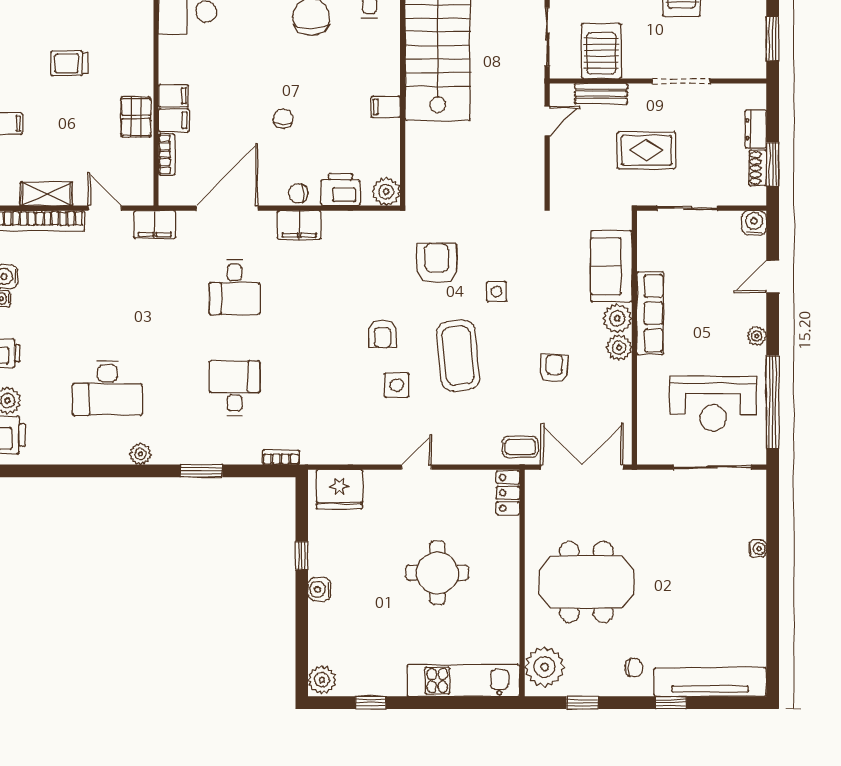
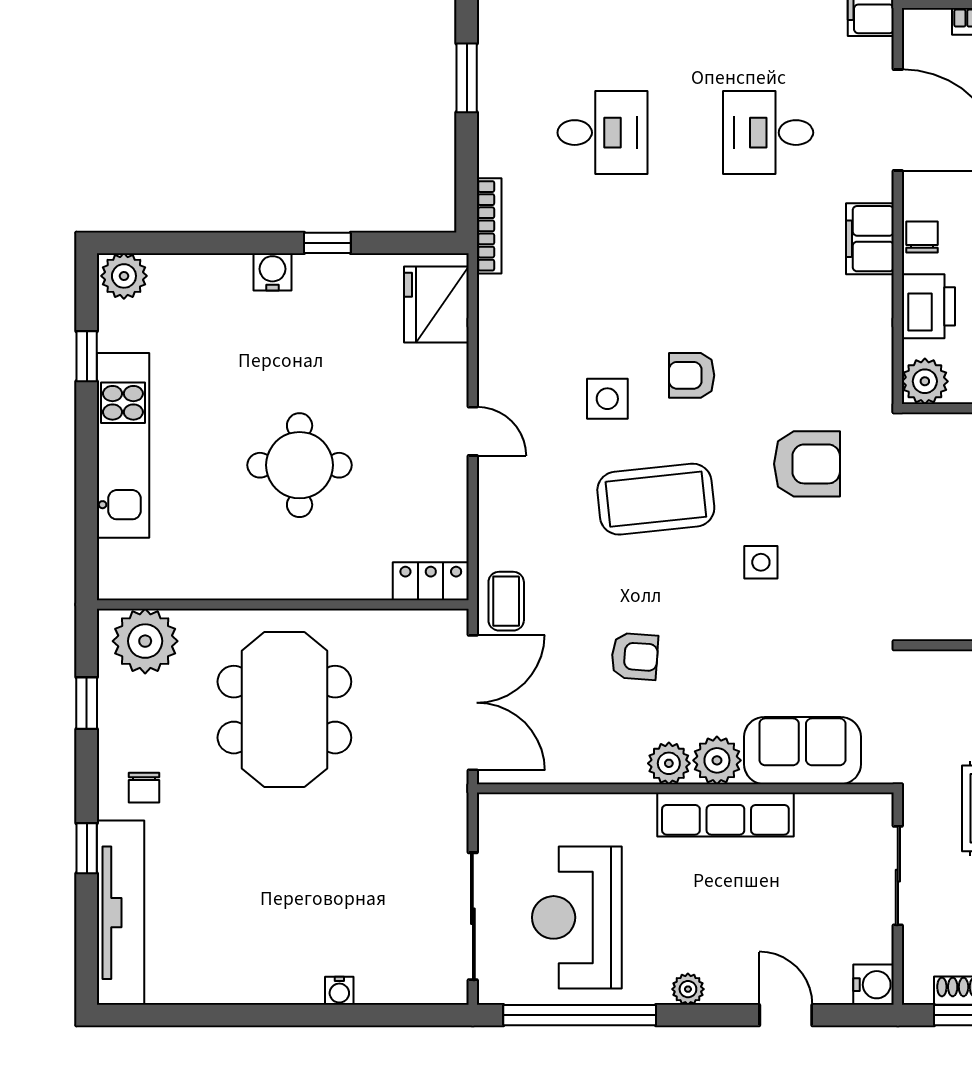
bookcase: (281, 457) -> (489, 226), width x1.56
kitchen unit: (463, 680) -> (123, 445), moved

